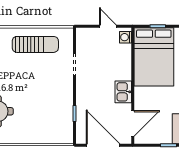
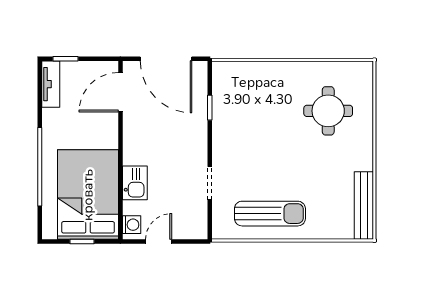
door: (108, 26) -> (159, 242), swing flipped
sun lounger: (35, 44) -> (270, 214), turned 180
kitchen sink: (123, 92) -> (135, 183), moved

